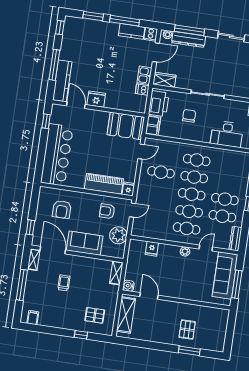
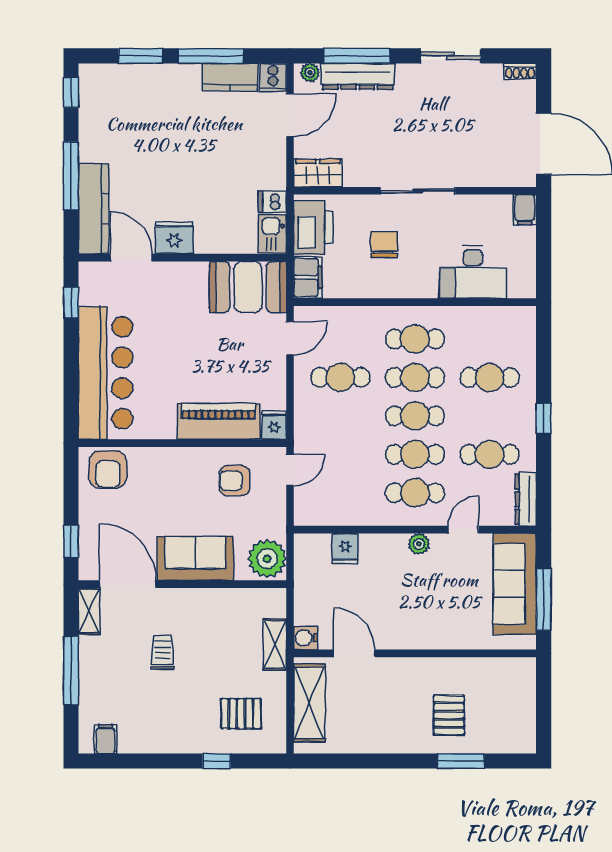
kitchen sink: (144, 75) -> (272, 234), moved
cafe table: (225, 199) -> (490, 377), moved
armchair: (62, 209) -> (108, 470), moved
plant: (118, 235) -> (267, 559), moved
shelving: (116, 273) -> (275, 644), moved

